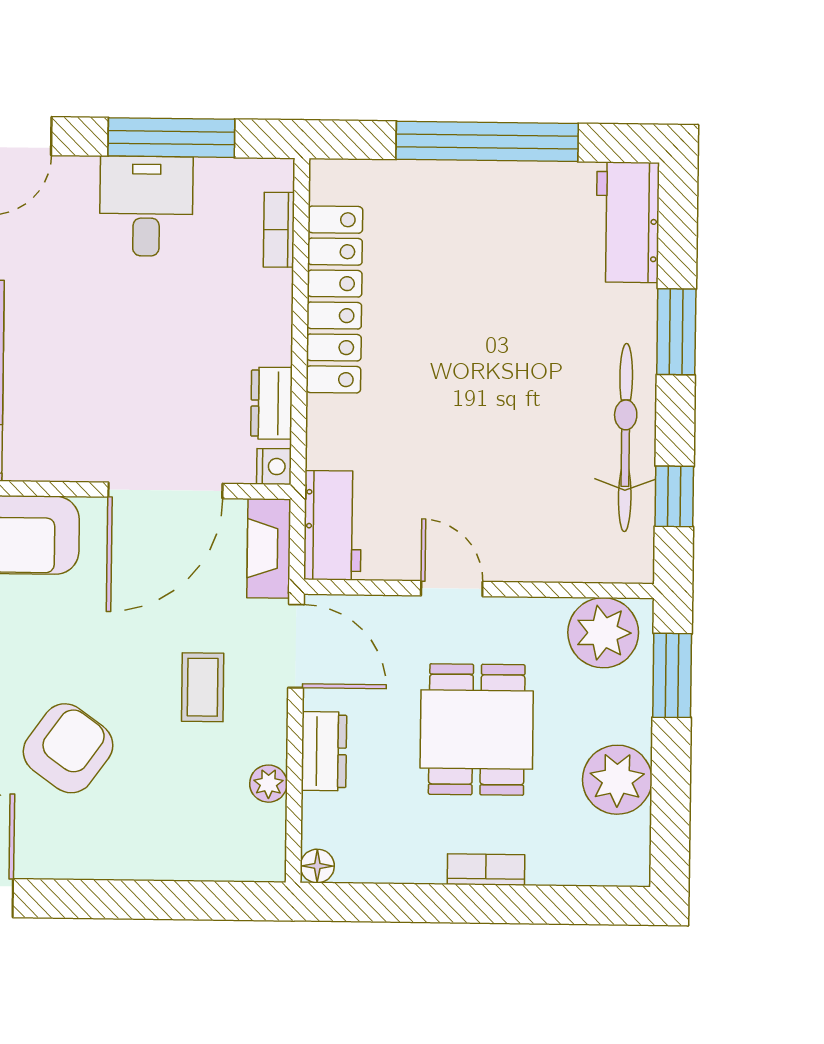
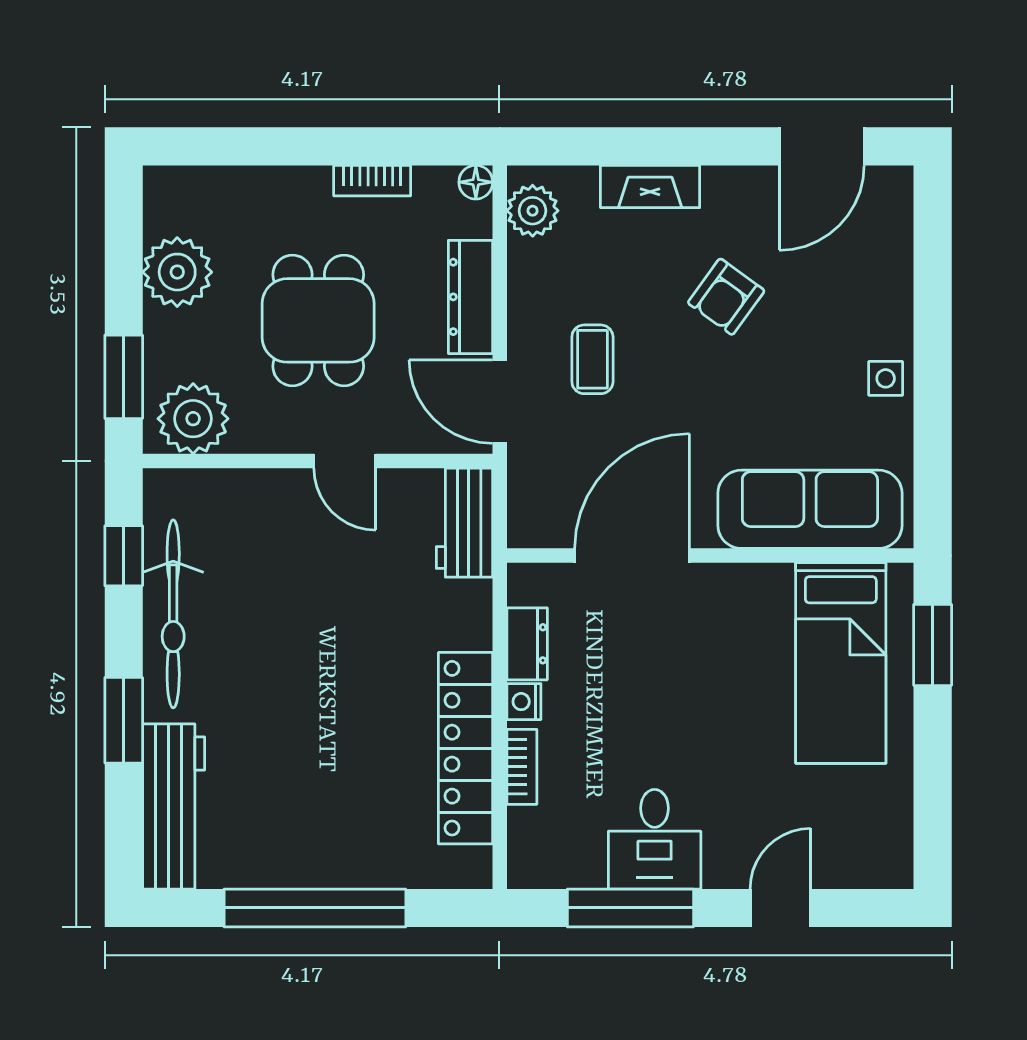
workbench: (628, 222) -> (174, 806), width x1.38
bookcase: (279, 230) -> (522, 767), moved
nightstand: (274, 467) -> (524, 702), moved
fireplace: (269, 548) -> (650, 186), moved, turned 90
armchair: (68, 748) -> (726, 297), width x0.72, depth x0.72
dresser: (324, 751) -> (471, 297), width x1.44
plant: (268, 784) -> (533, 211), moved, width x1.38, depth x1.38
bookcase: (486, 870) -> (372, 181), moved

